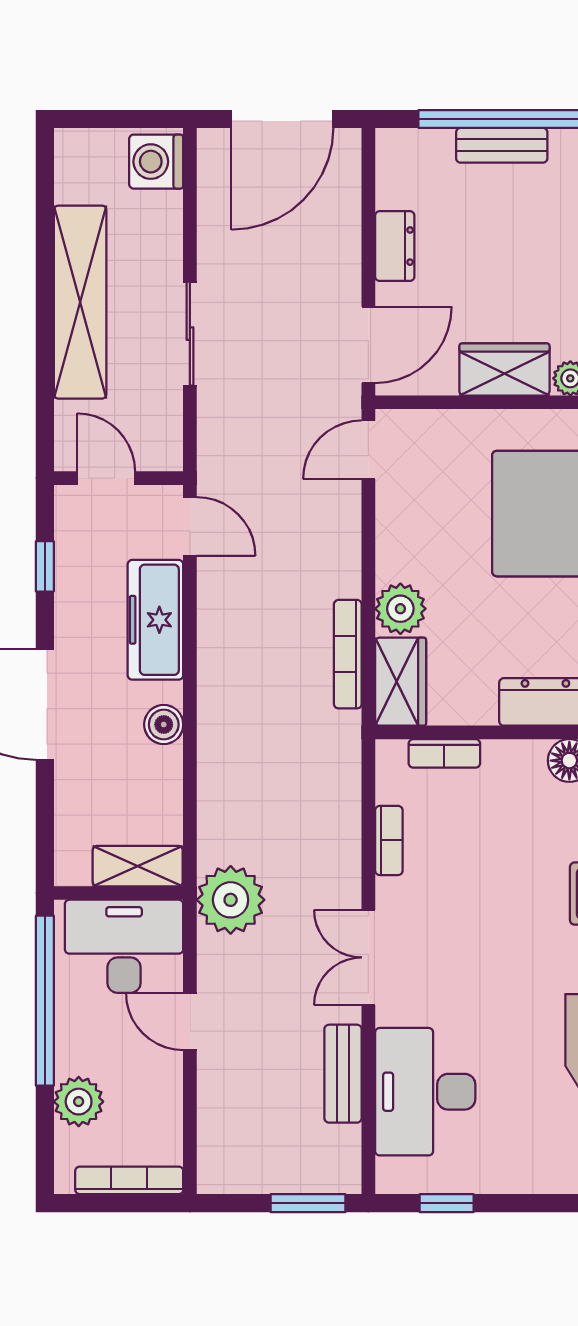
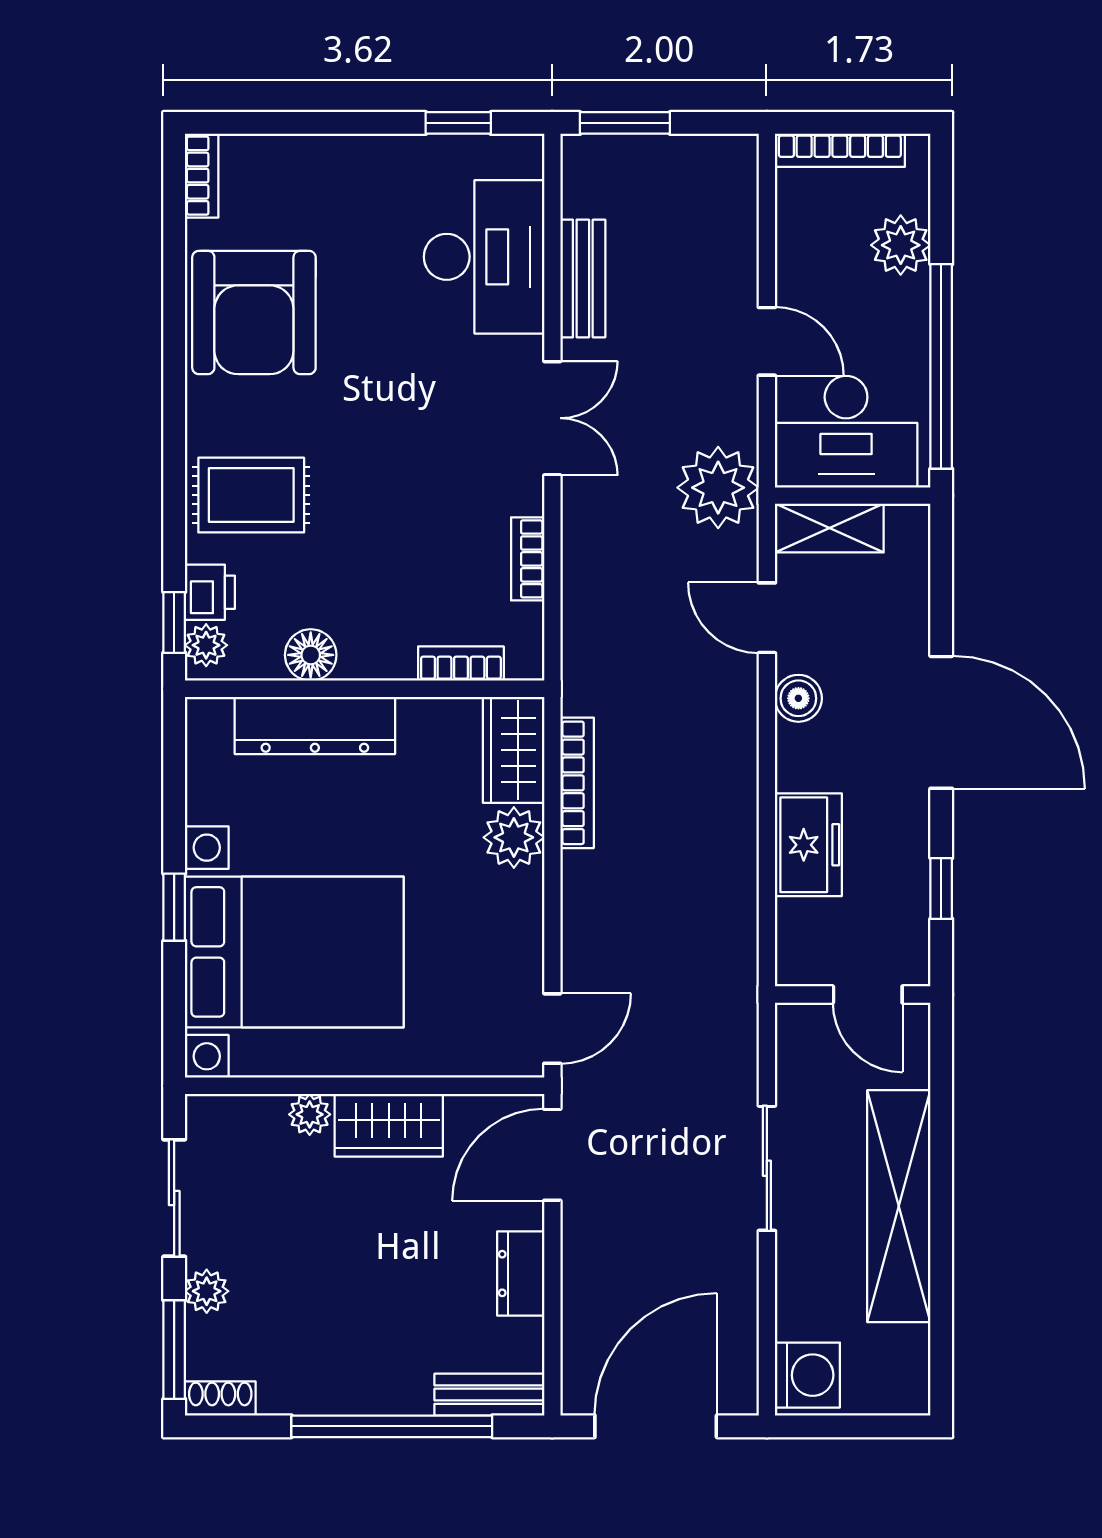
bench: (502, 145) -> (489, 1395), moved
door: (190, 526) -> (767, 618), moved
freezer: (155, 620) -> (808, 845), width x0.71

